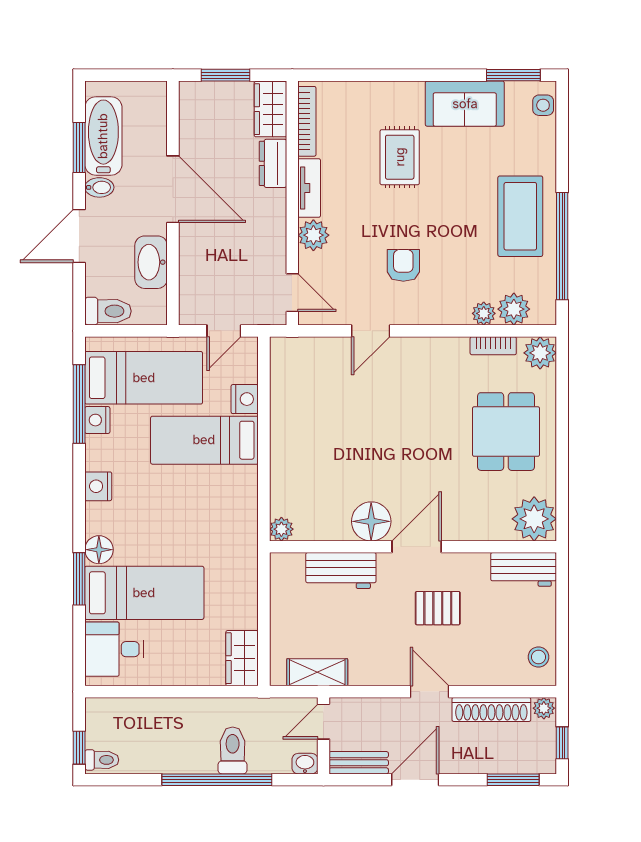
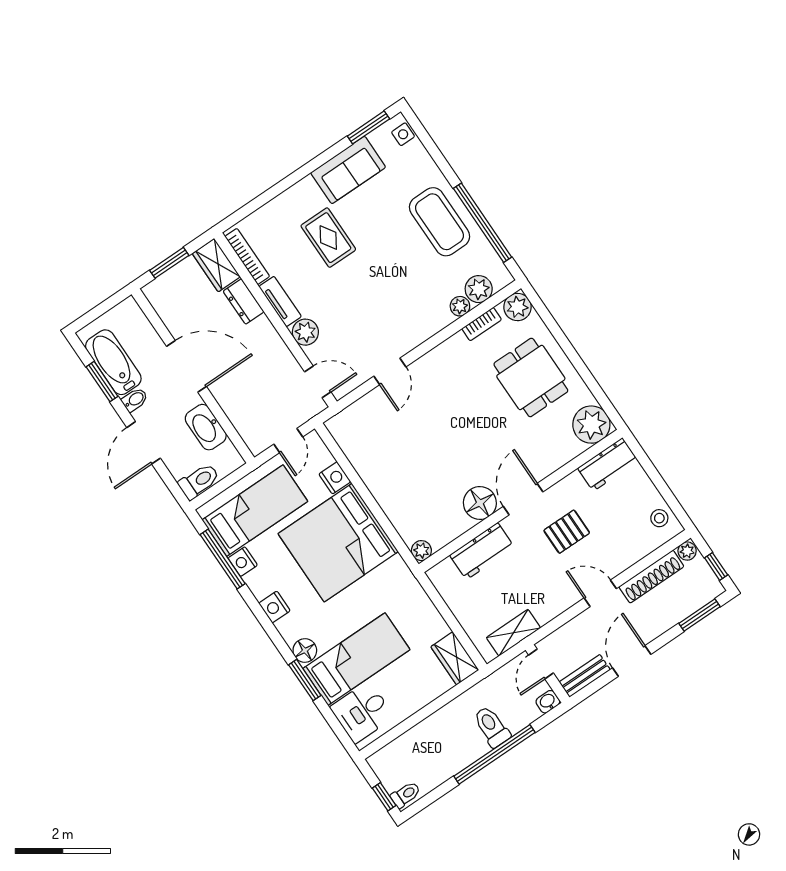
armchair: (403, 265) -> (382, 311), removed
bed: (204, 440) -> (338, 543), width x2.04

